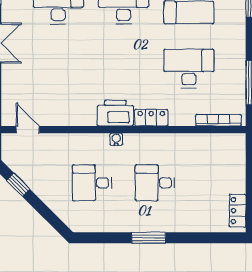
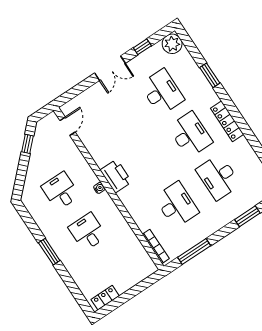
locker: (151, 118) -> (128, 201), removed

